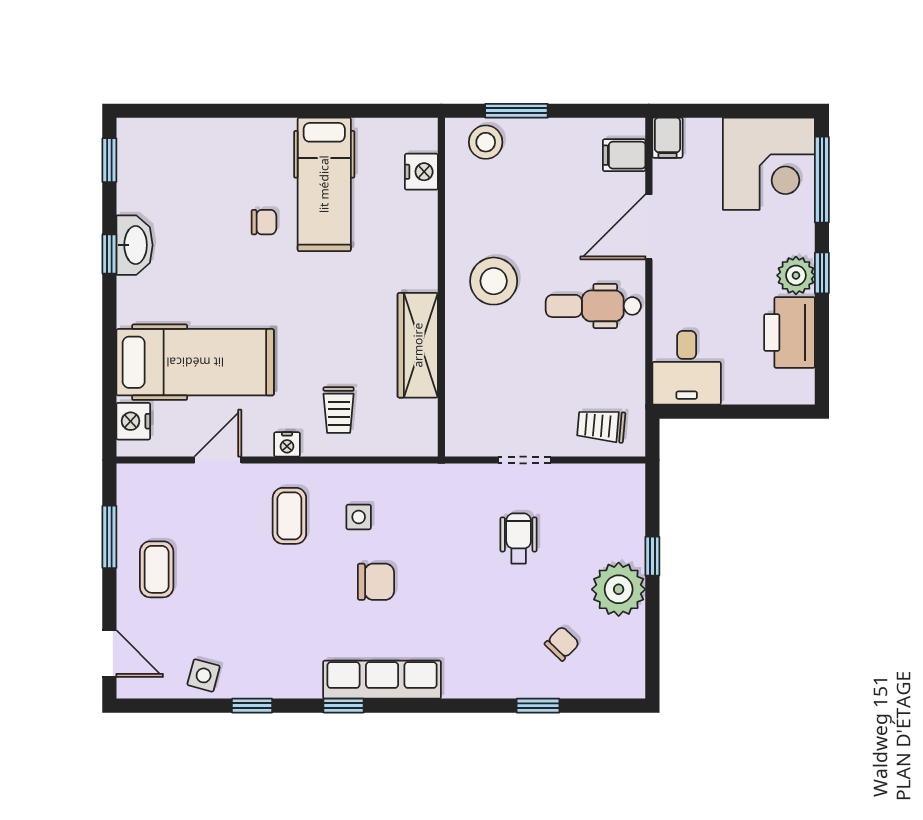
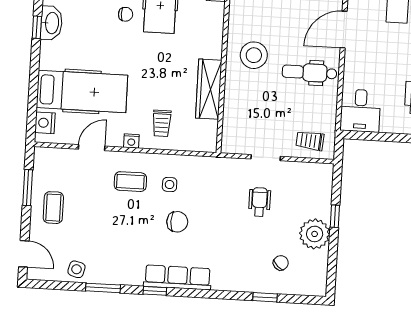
coffee table: (289, 516) -> (130, 182), turned 90
window: (252, 706) -> (103, 288), width x1.50

